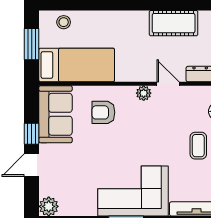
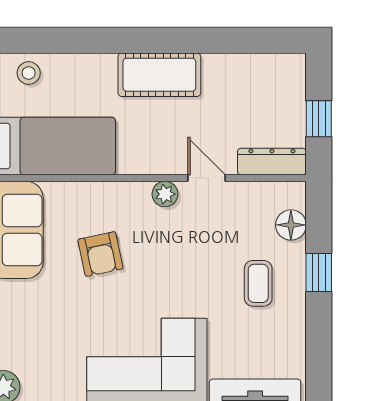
cot: (174, 23) -> (159, 75), moved
armchair: (103, 112) -> (100, 254), moved, turned -102

